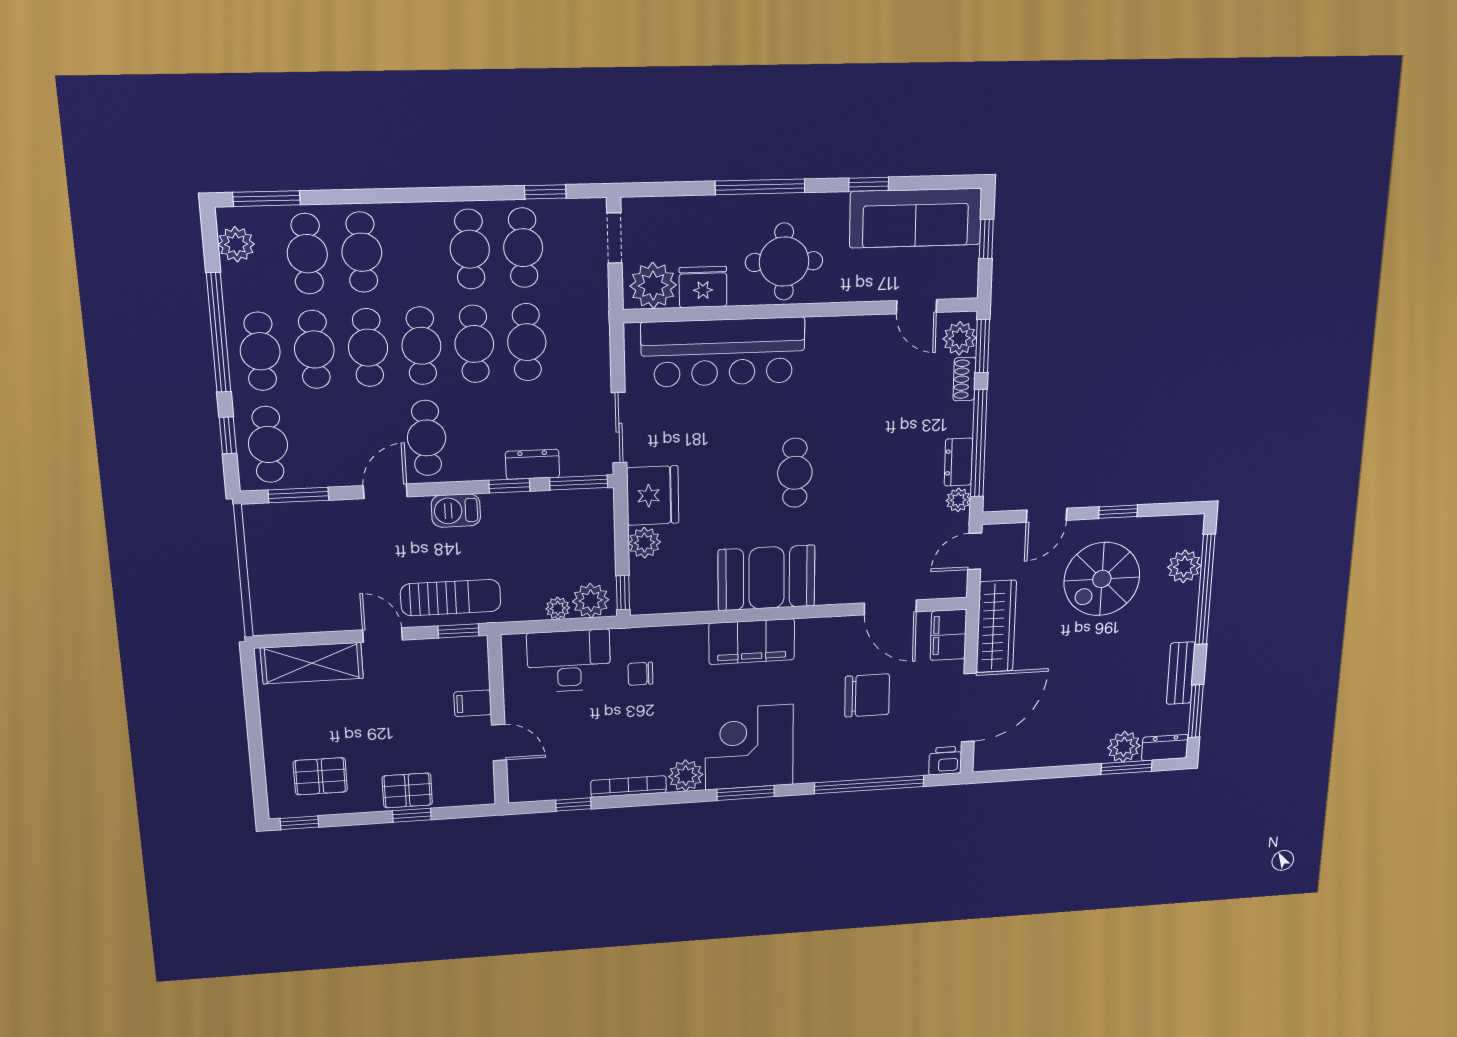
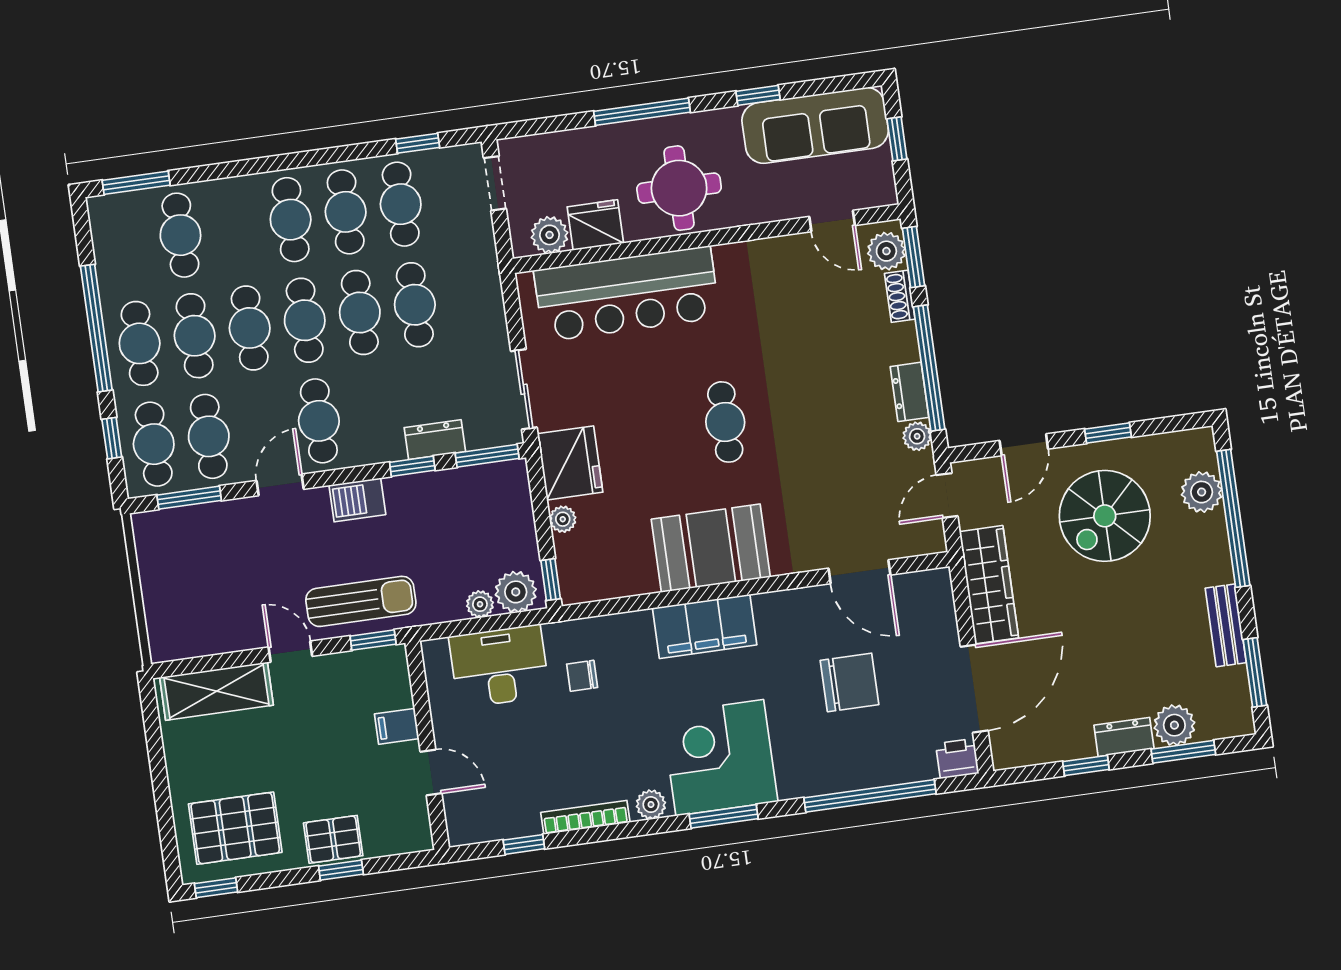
plant: (236, 244) -> (109, 233), removed
cafe table: (362, 252) -> (291, 220), moved
plant: (653, 285) -> (550, 235), width x0.73, depth x0.73
cafe table: (321, 442) -> (209, 436), added
plant: (644, 543) -> (563, 519), width x0.73, depth x0.73
filing cabinet: (948, 635) -> (934, 600), removed
dresser: (1165, 748) -> (1124, 737), moved
window: (1048, 773) -> (1086, 765), added
pallet: (320, 776) -> (235, 828), width x1.50, depth x1.42
plant: (686, 776) -> (651, 805), width x0.73, depth x0.73

